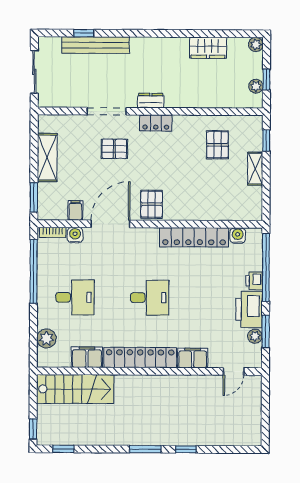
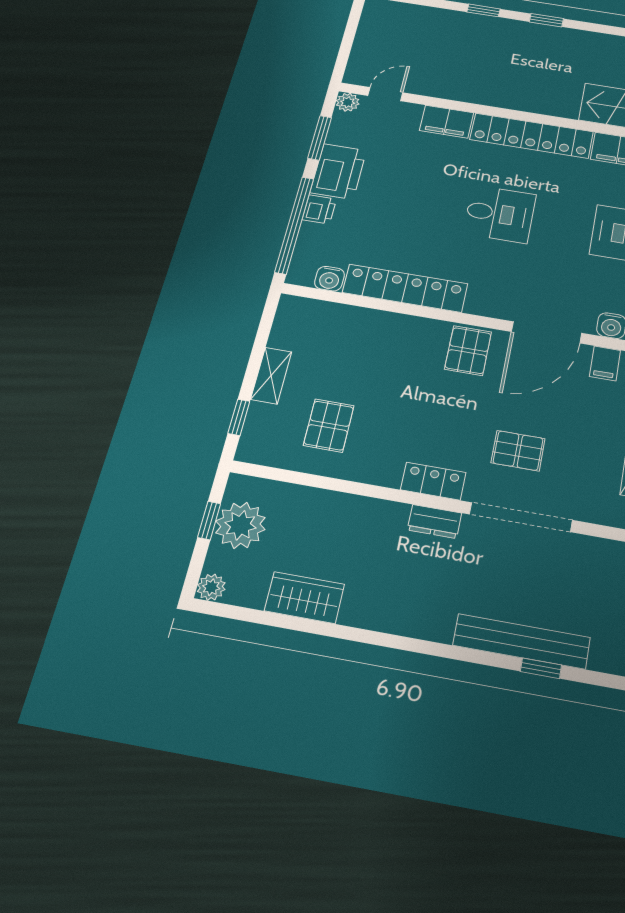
plant: (256, 86) -> (240, 525), width x1.87, depth x1.87
doorway: (107, 111) -> (521, 517), width x1.36
desk: (150, 298) -> (500, 214), turned 180
plant: (255, 336) -> (348, 102), moved
window: (145, 449) -> (546, 20), width x0.67

